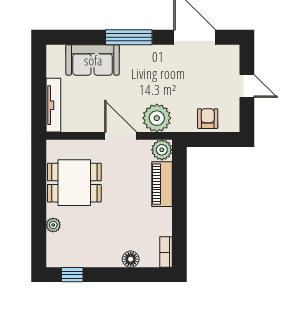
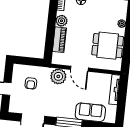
armchair: (208, 119) -> (31, 83), moved
plant: (162, 150) -> (62, 21), moved

